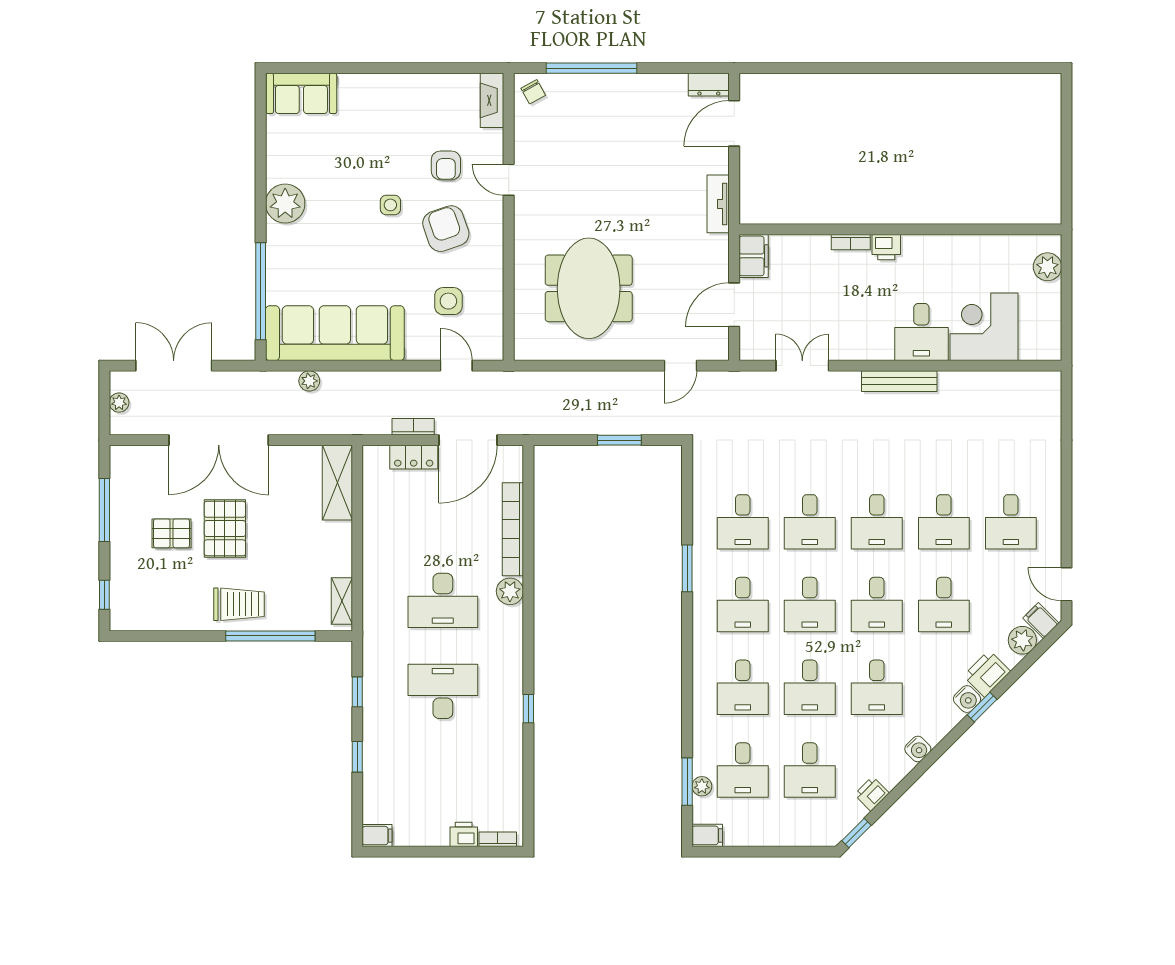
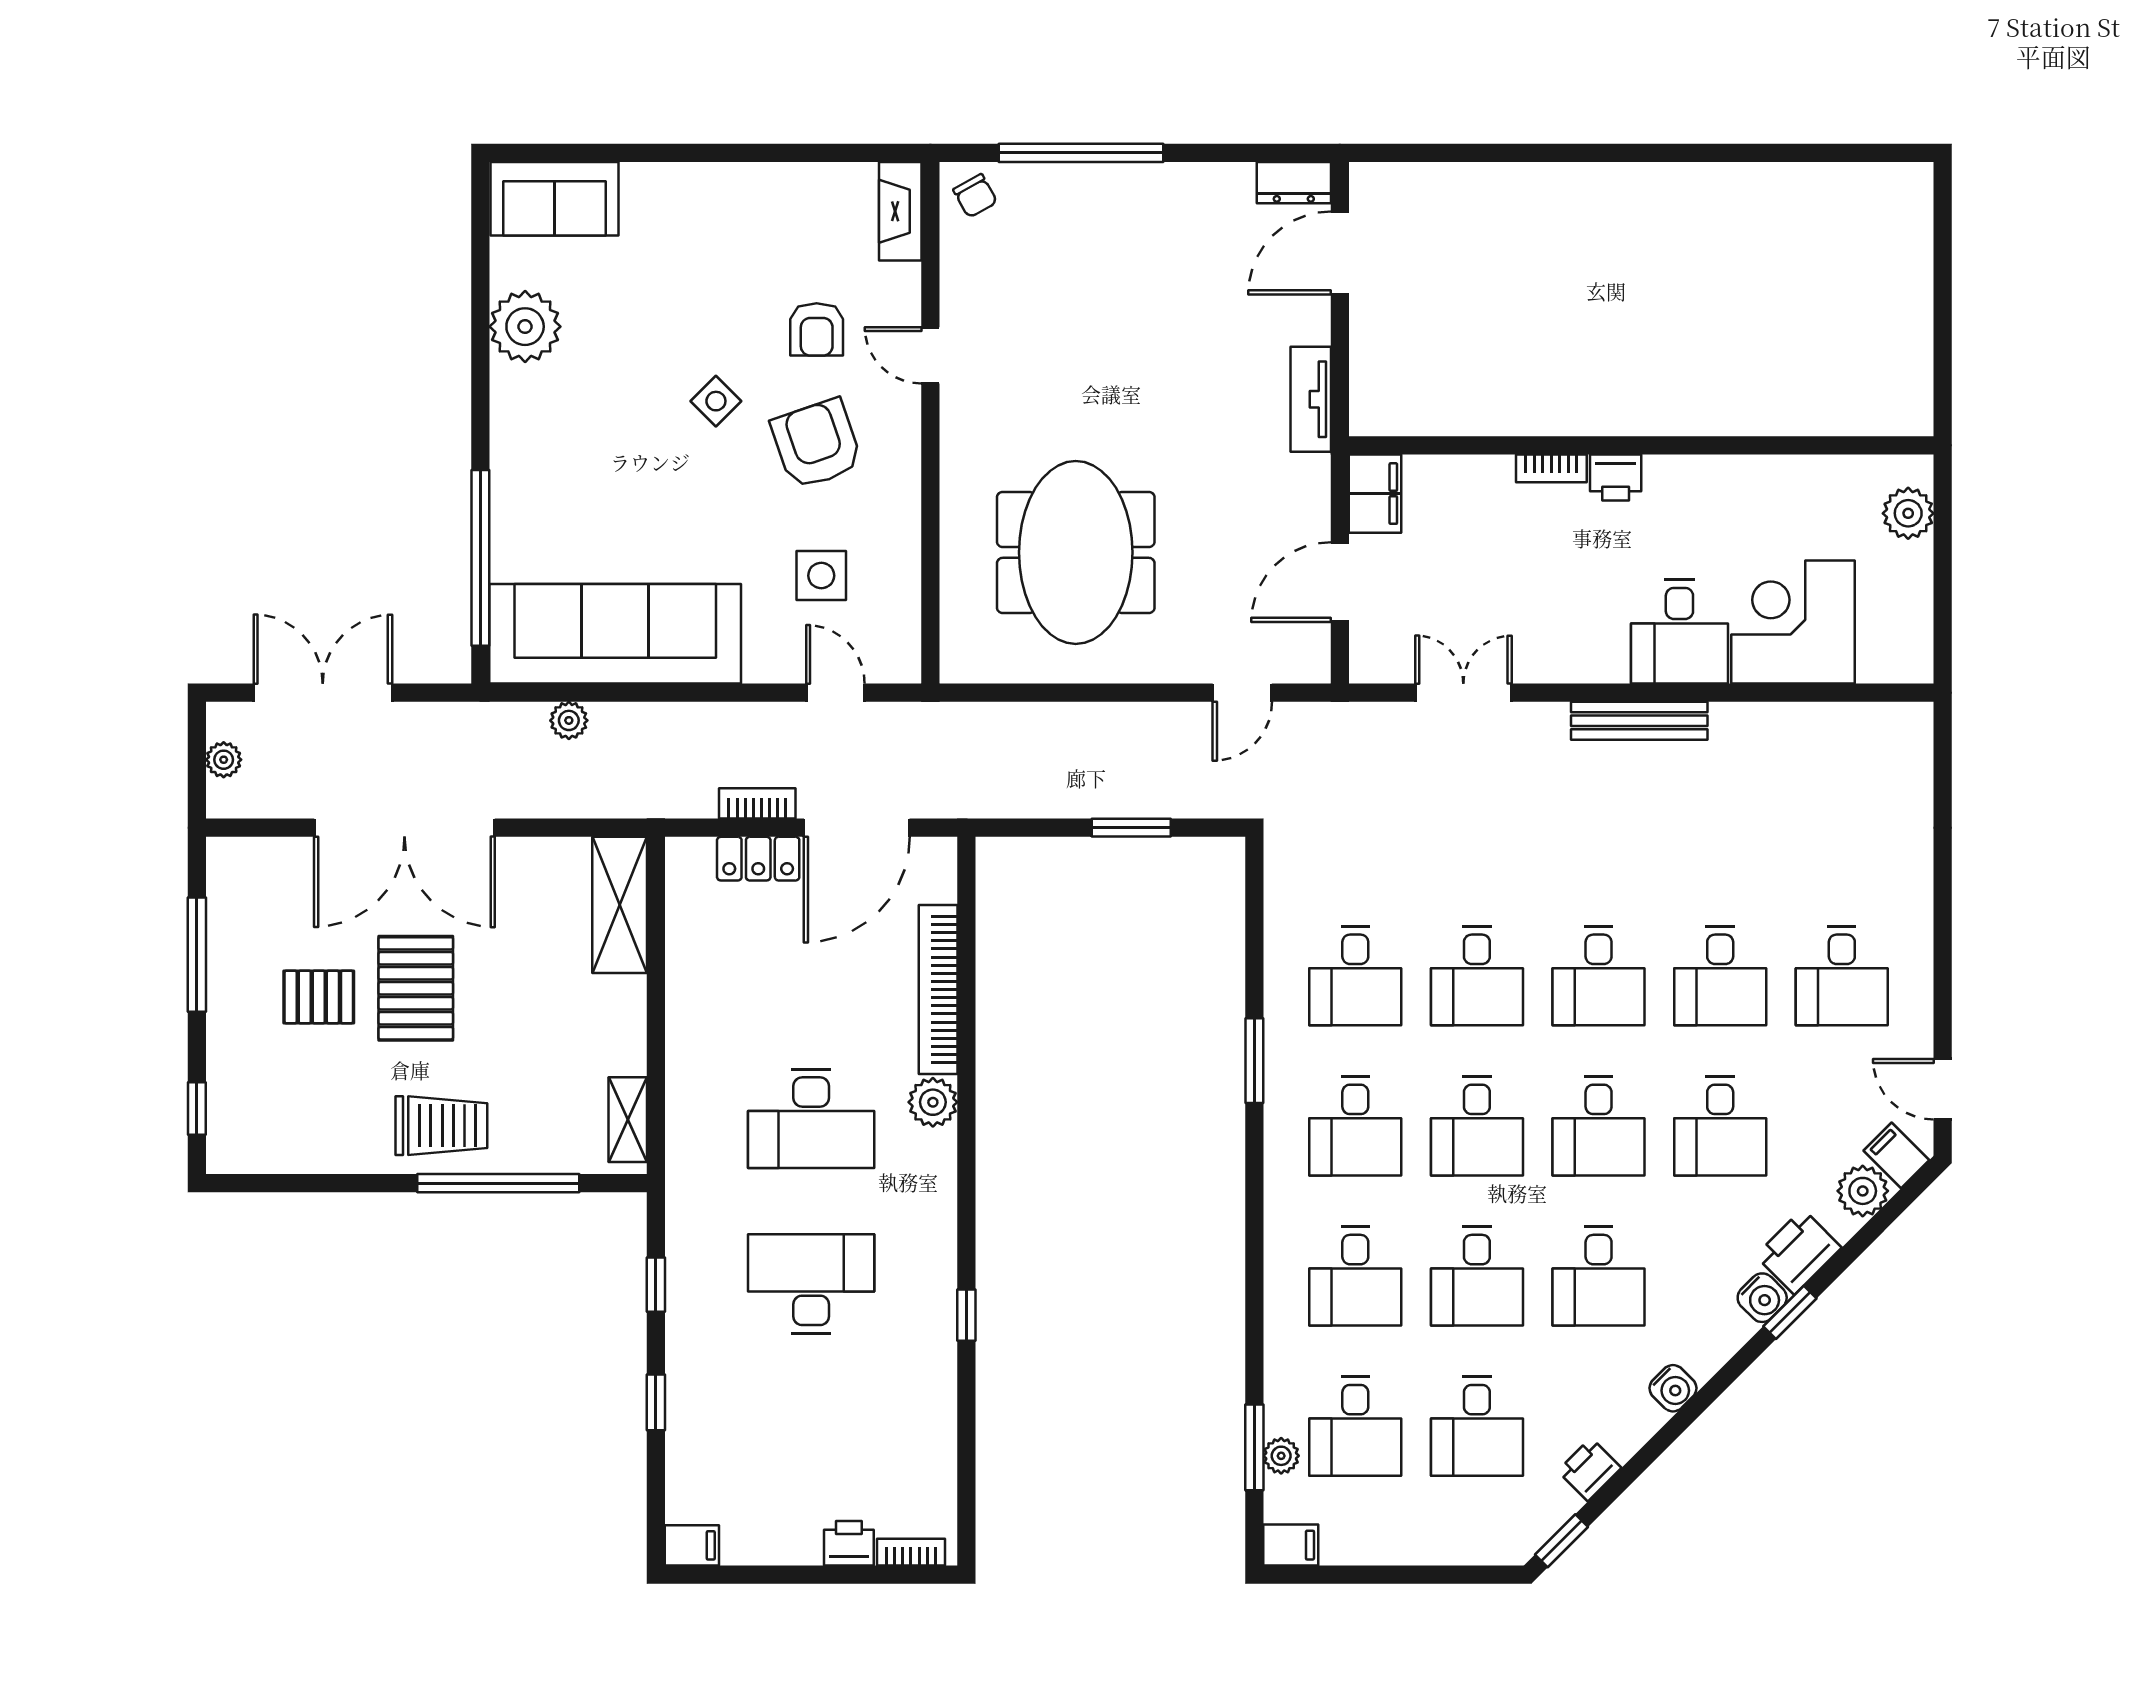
plant: (285, 204) -> (525, 327), moved
side table: (390, 205) -> (716, 401), turned 45

